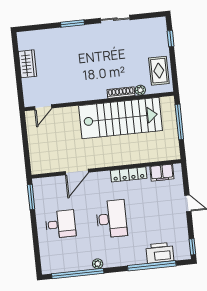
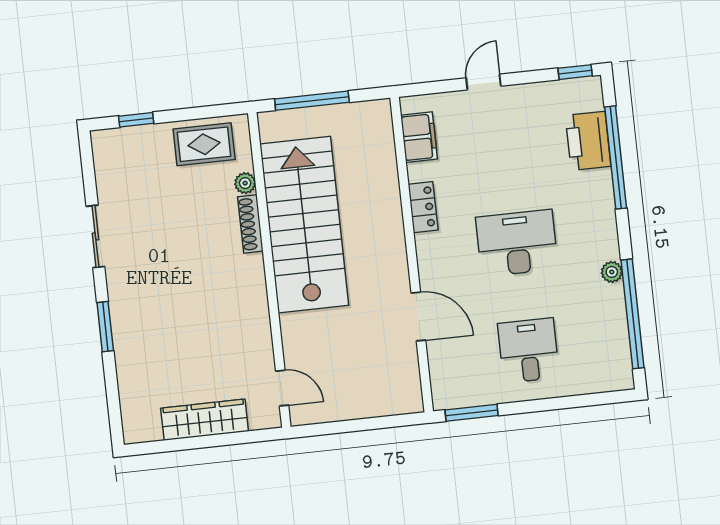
wardrobe: (28, 64) -> (205, 420), width x1.50
locker: (129, 174) -> (423, 207), width x0.66

